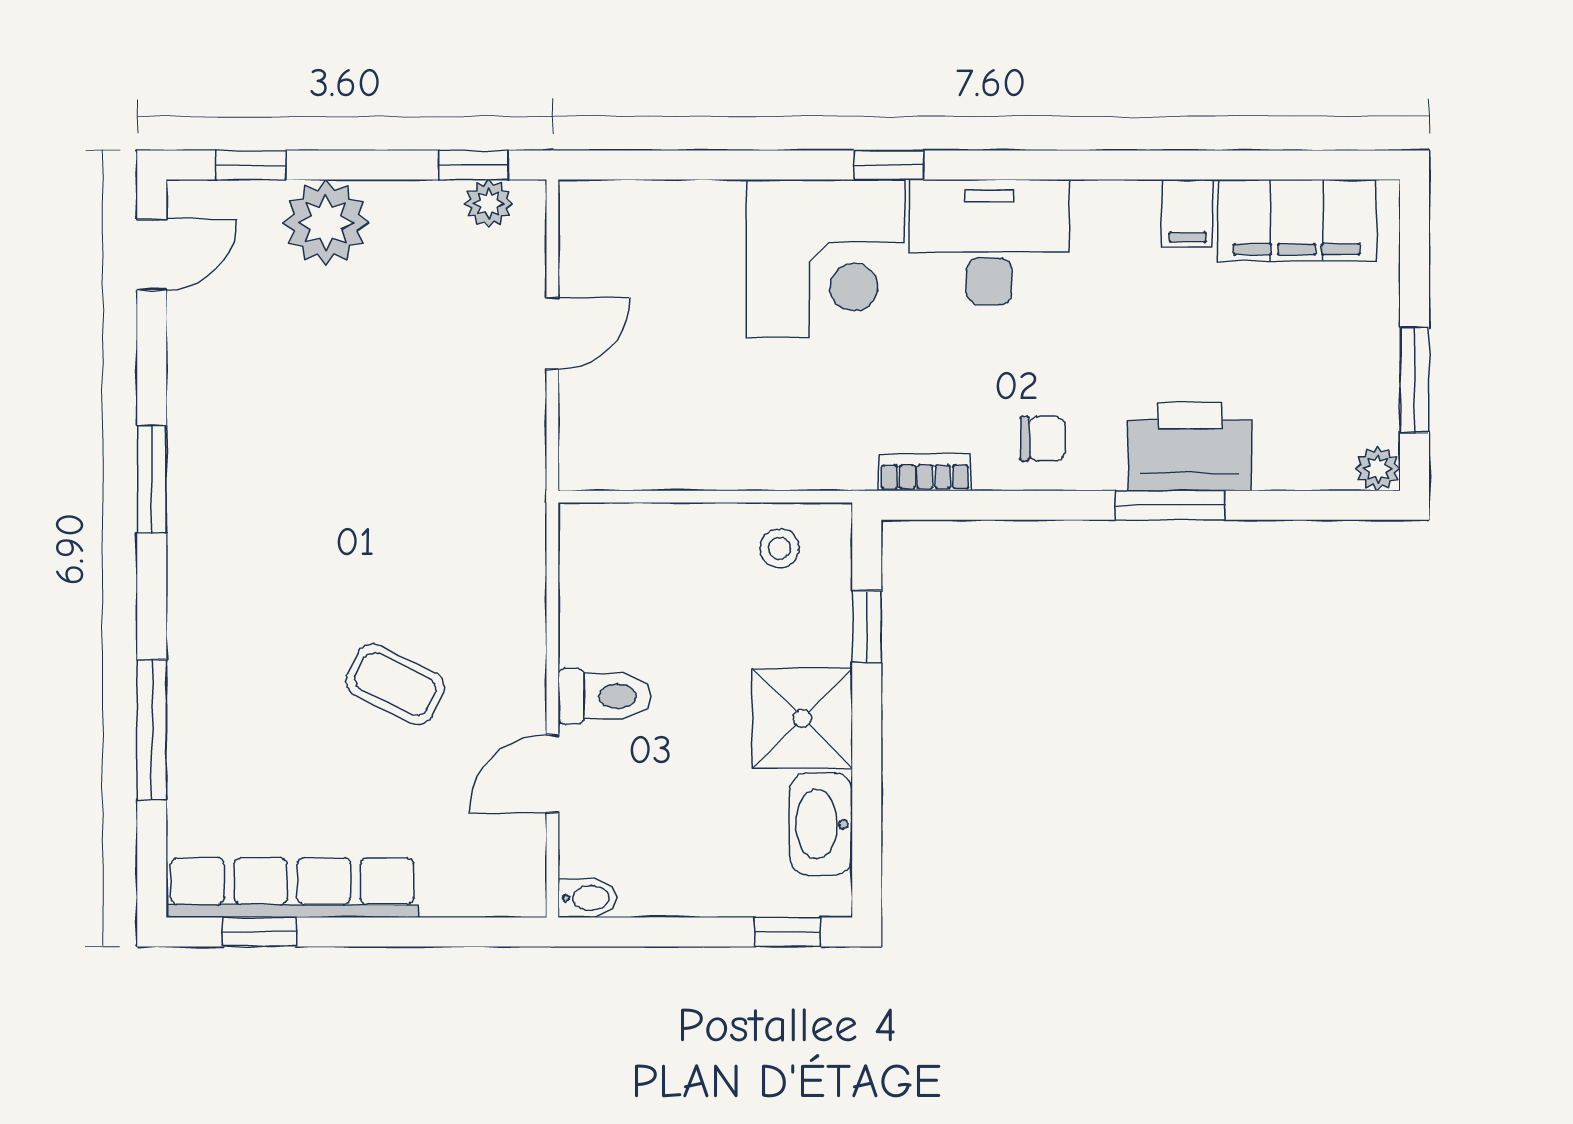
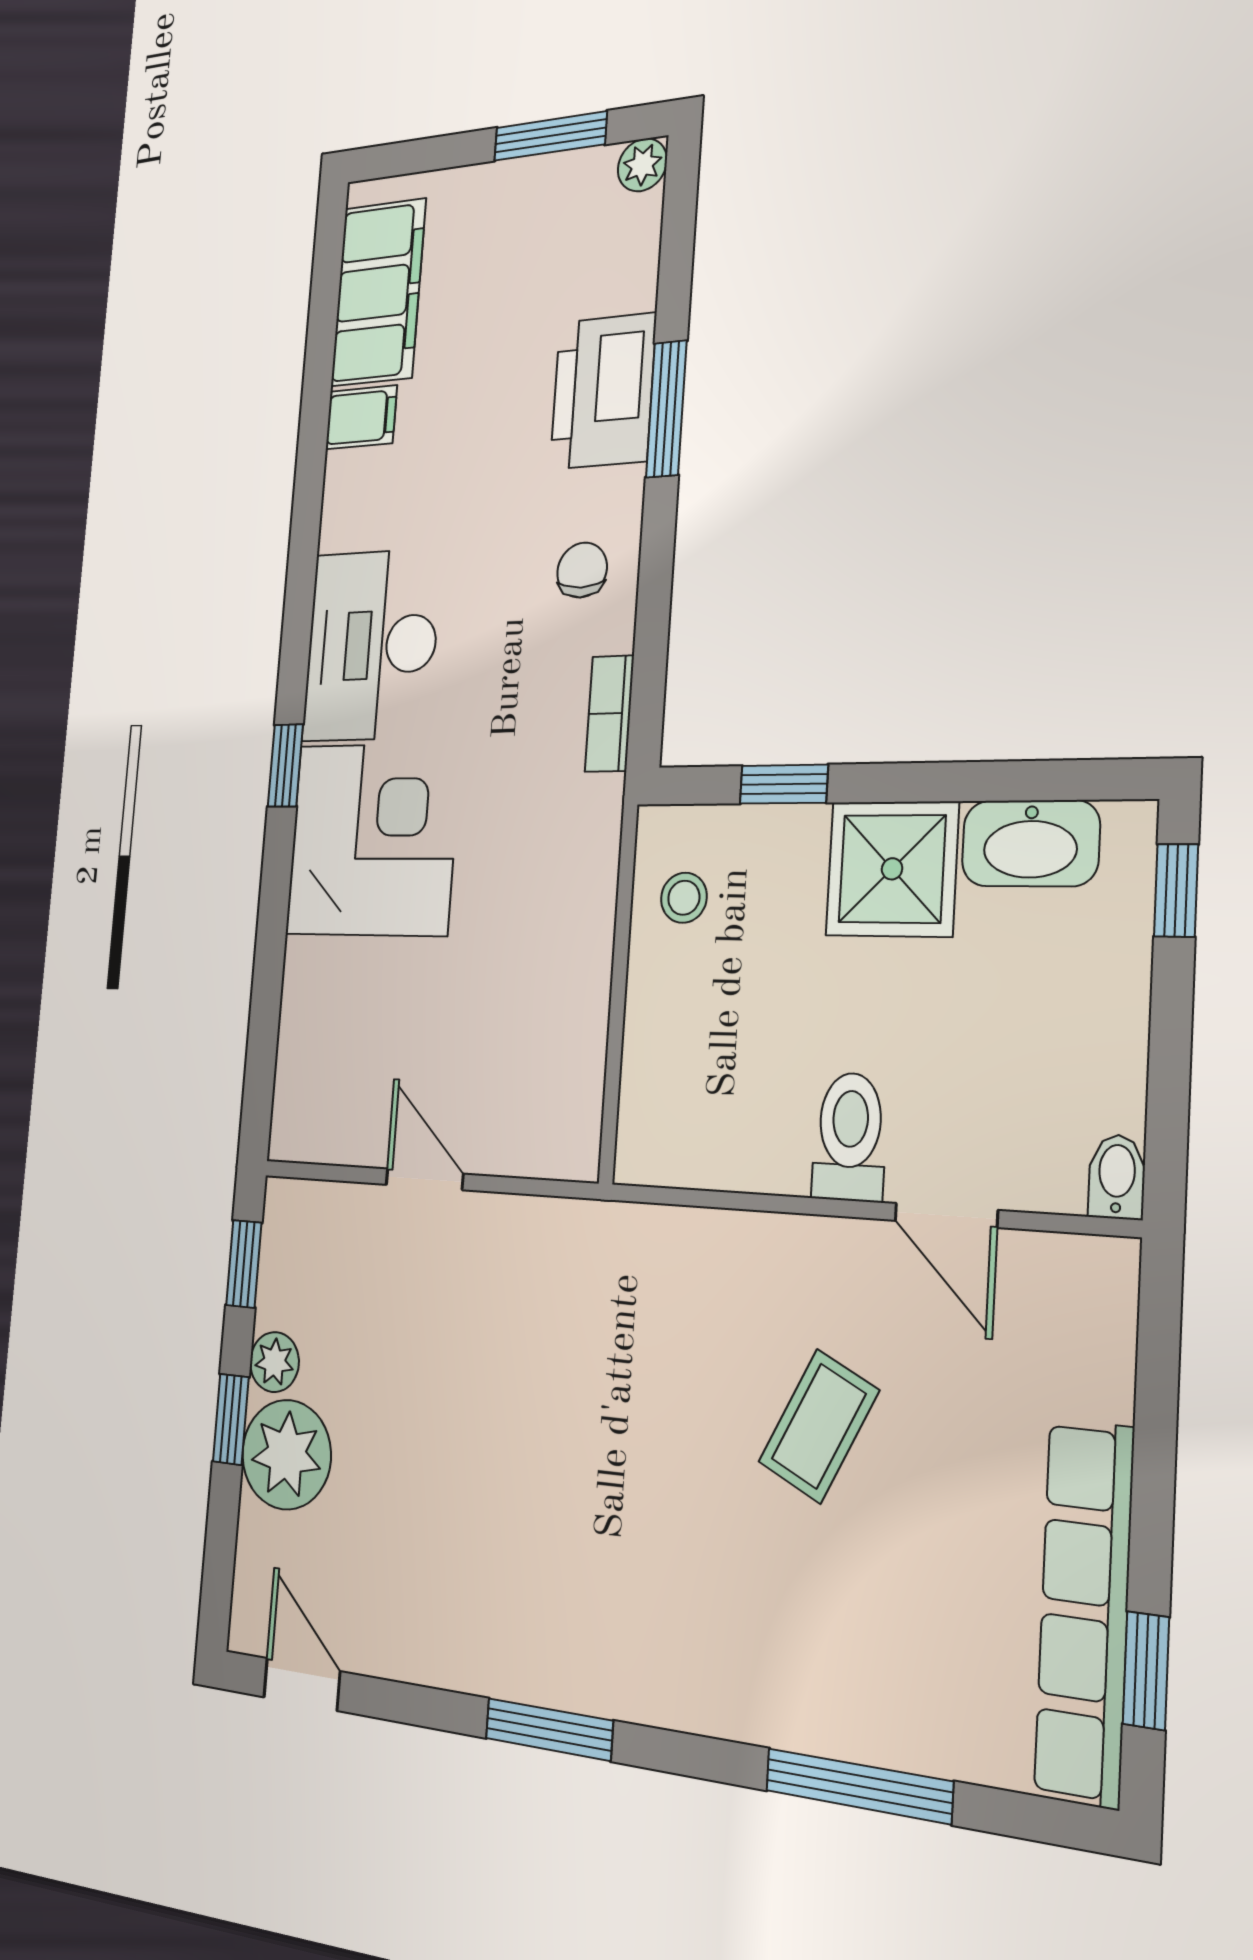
window: (251, 165) -> (231, 1419), moved
plant: (489, 203) -> (274, 1362), moved

